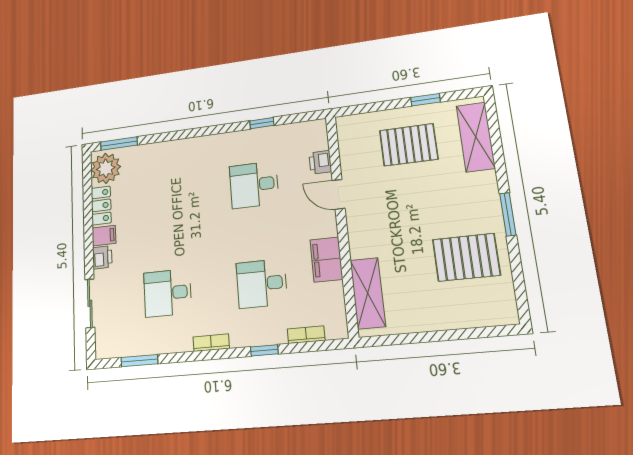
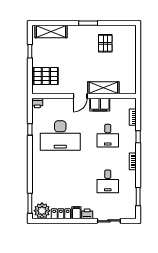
pallet: (409, 145) -> (46, 76), moved, turned 90
printer: (320, 162) -> (37, 103), moved
desk: (254, 185) -> (60, 136), width x1.87, depth x1.30
door: (339, 194) -> (80, 96), moved
pallet: (466, 257) -> (105, 43), width x0.67, depth x0.71
shelving: (368, 293) -> (103, 88), moved

